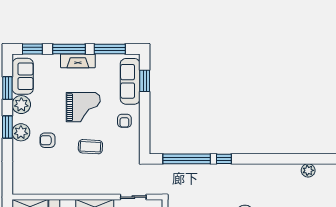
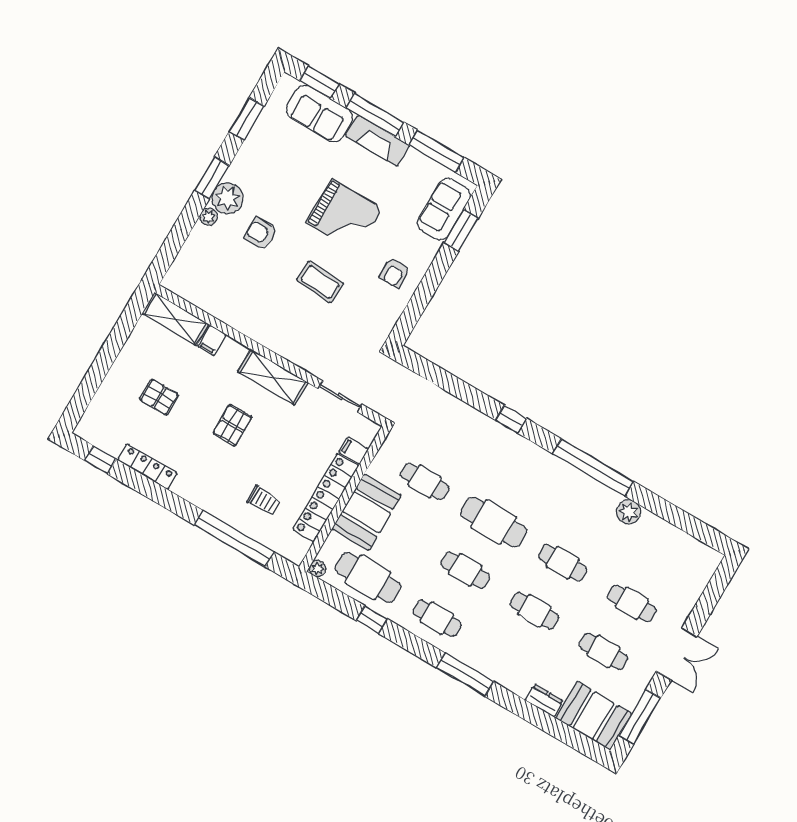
sofa: (23, 76) -> (319, 114), moved, turned 90
sofa: (130, 81) -> (444, 209), width x0.73
plant: (21, 105) -> (209, 217), moved, width x0.53, depth x0.53
window: (187, 159) -> (593, 468), moved

